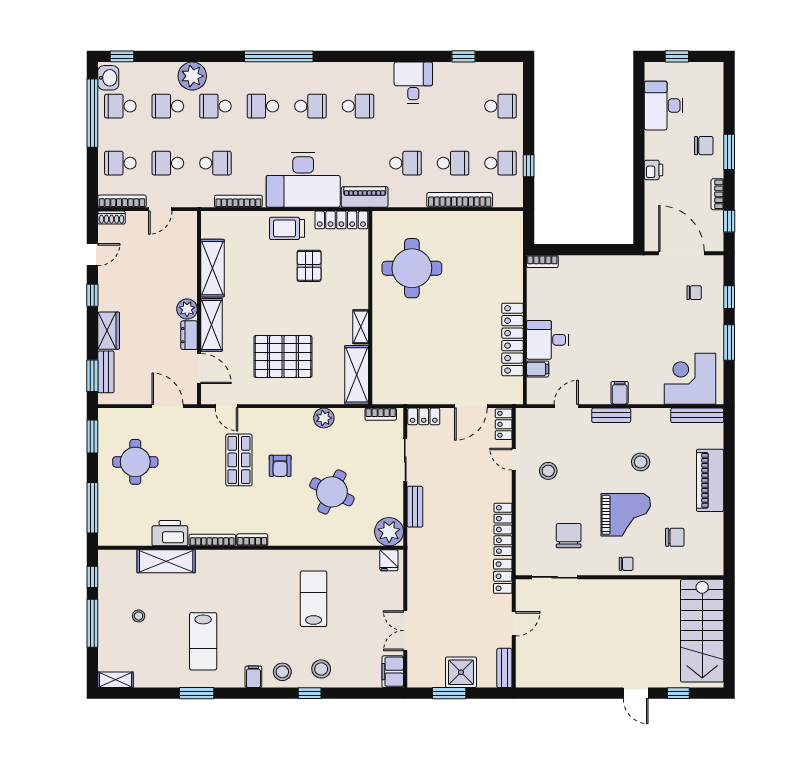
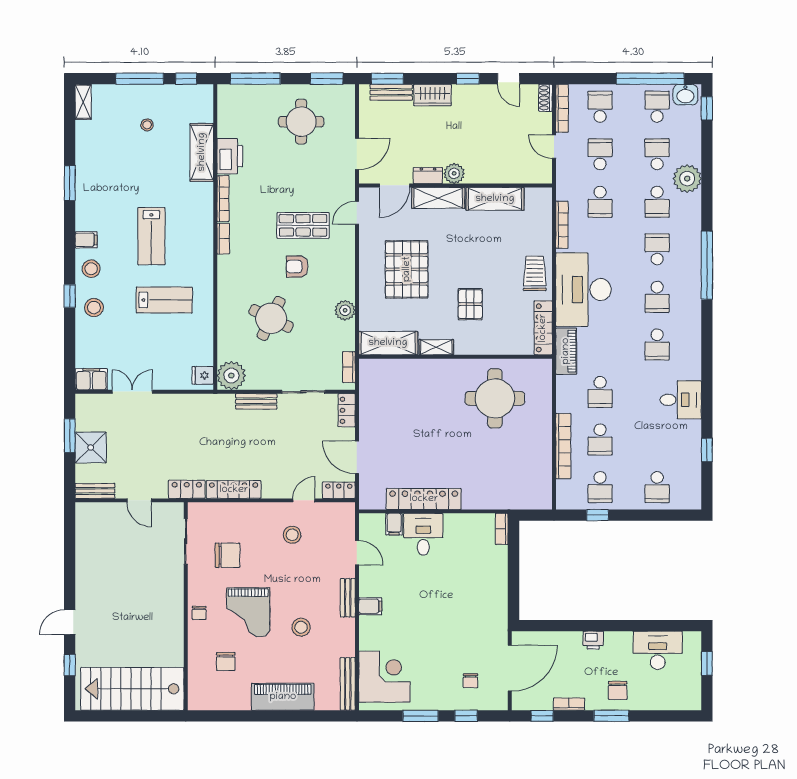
school desk: (215, 106) -> (657, 202), turned 180
pallet: (309, 266) -> (470, 304), moved, turned 90
lab bench: (203, 641) -> (151, 236), moved, turned -90

